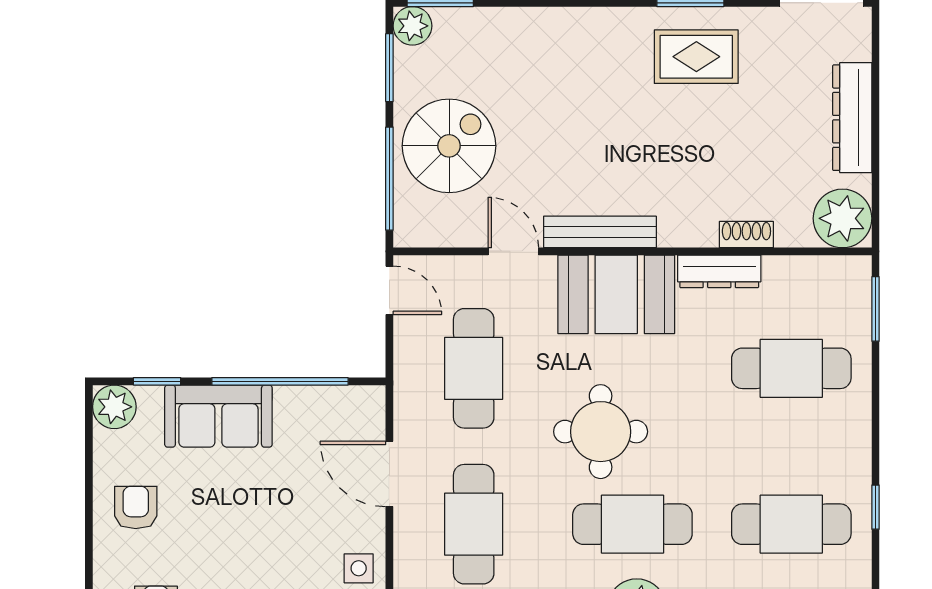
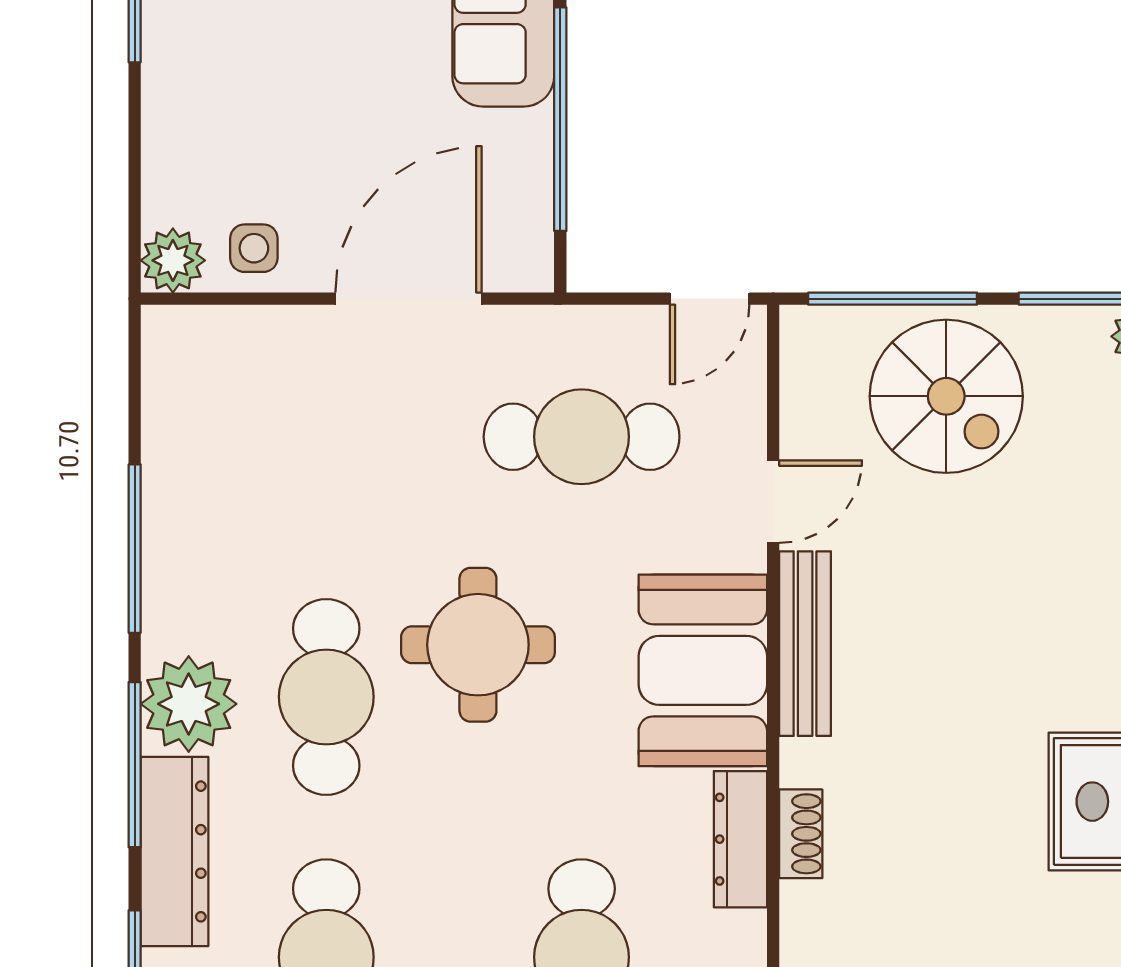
shoe rack: (746, 235) -> (801, 834), moved
door: (389, 474) -> (408, 299), width x1.36
cafe table: (474, 524) -> (326, 437), removed

